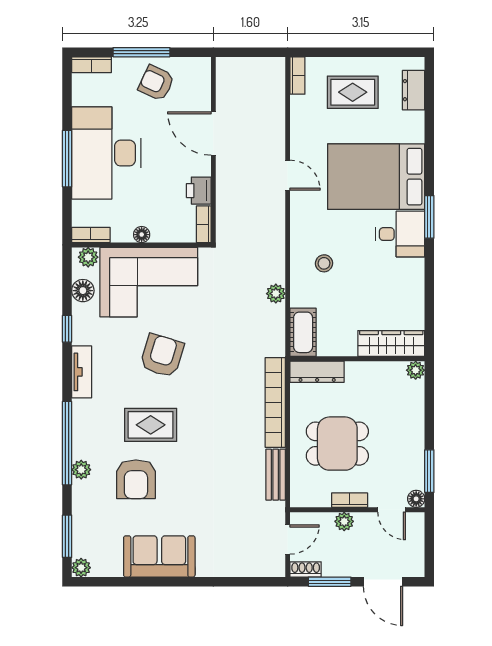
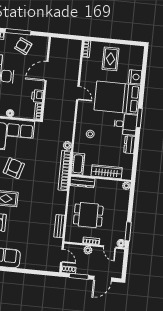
dresser: (414, 90) -> (130, 145), moved
rug: (353, 92) -> (111, 59), turned 90
nightstand: (411, 127) -> (135, 77), added
door: (213, 133) -> (46, 71), hinge flipped
wardrobe: (391, 343) -> (107, 172), moved
bookcase: (275, 403) -> (65, 170), moved
door: (288, 540) -> (62, 256), hinge flipped
door: (383, 582) -> (103, 279), hinge flipped

